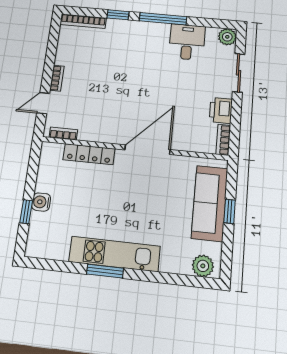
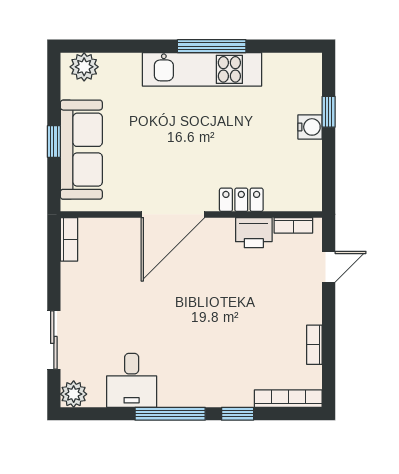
bookcase: (57, 78) -> (314, 345), moved
printer: (221, 110) -> (254, 233), moved, turned 90
locker: (89, 154) -> (241, 200), width x0.66
window: (105, 271) -> (212, 46), width x1.44

